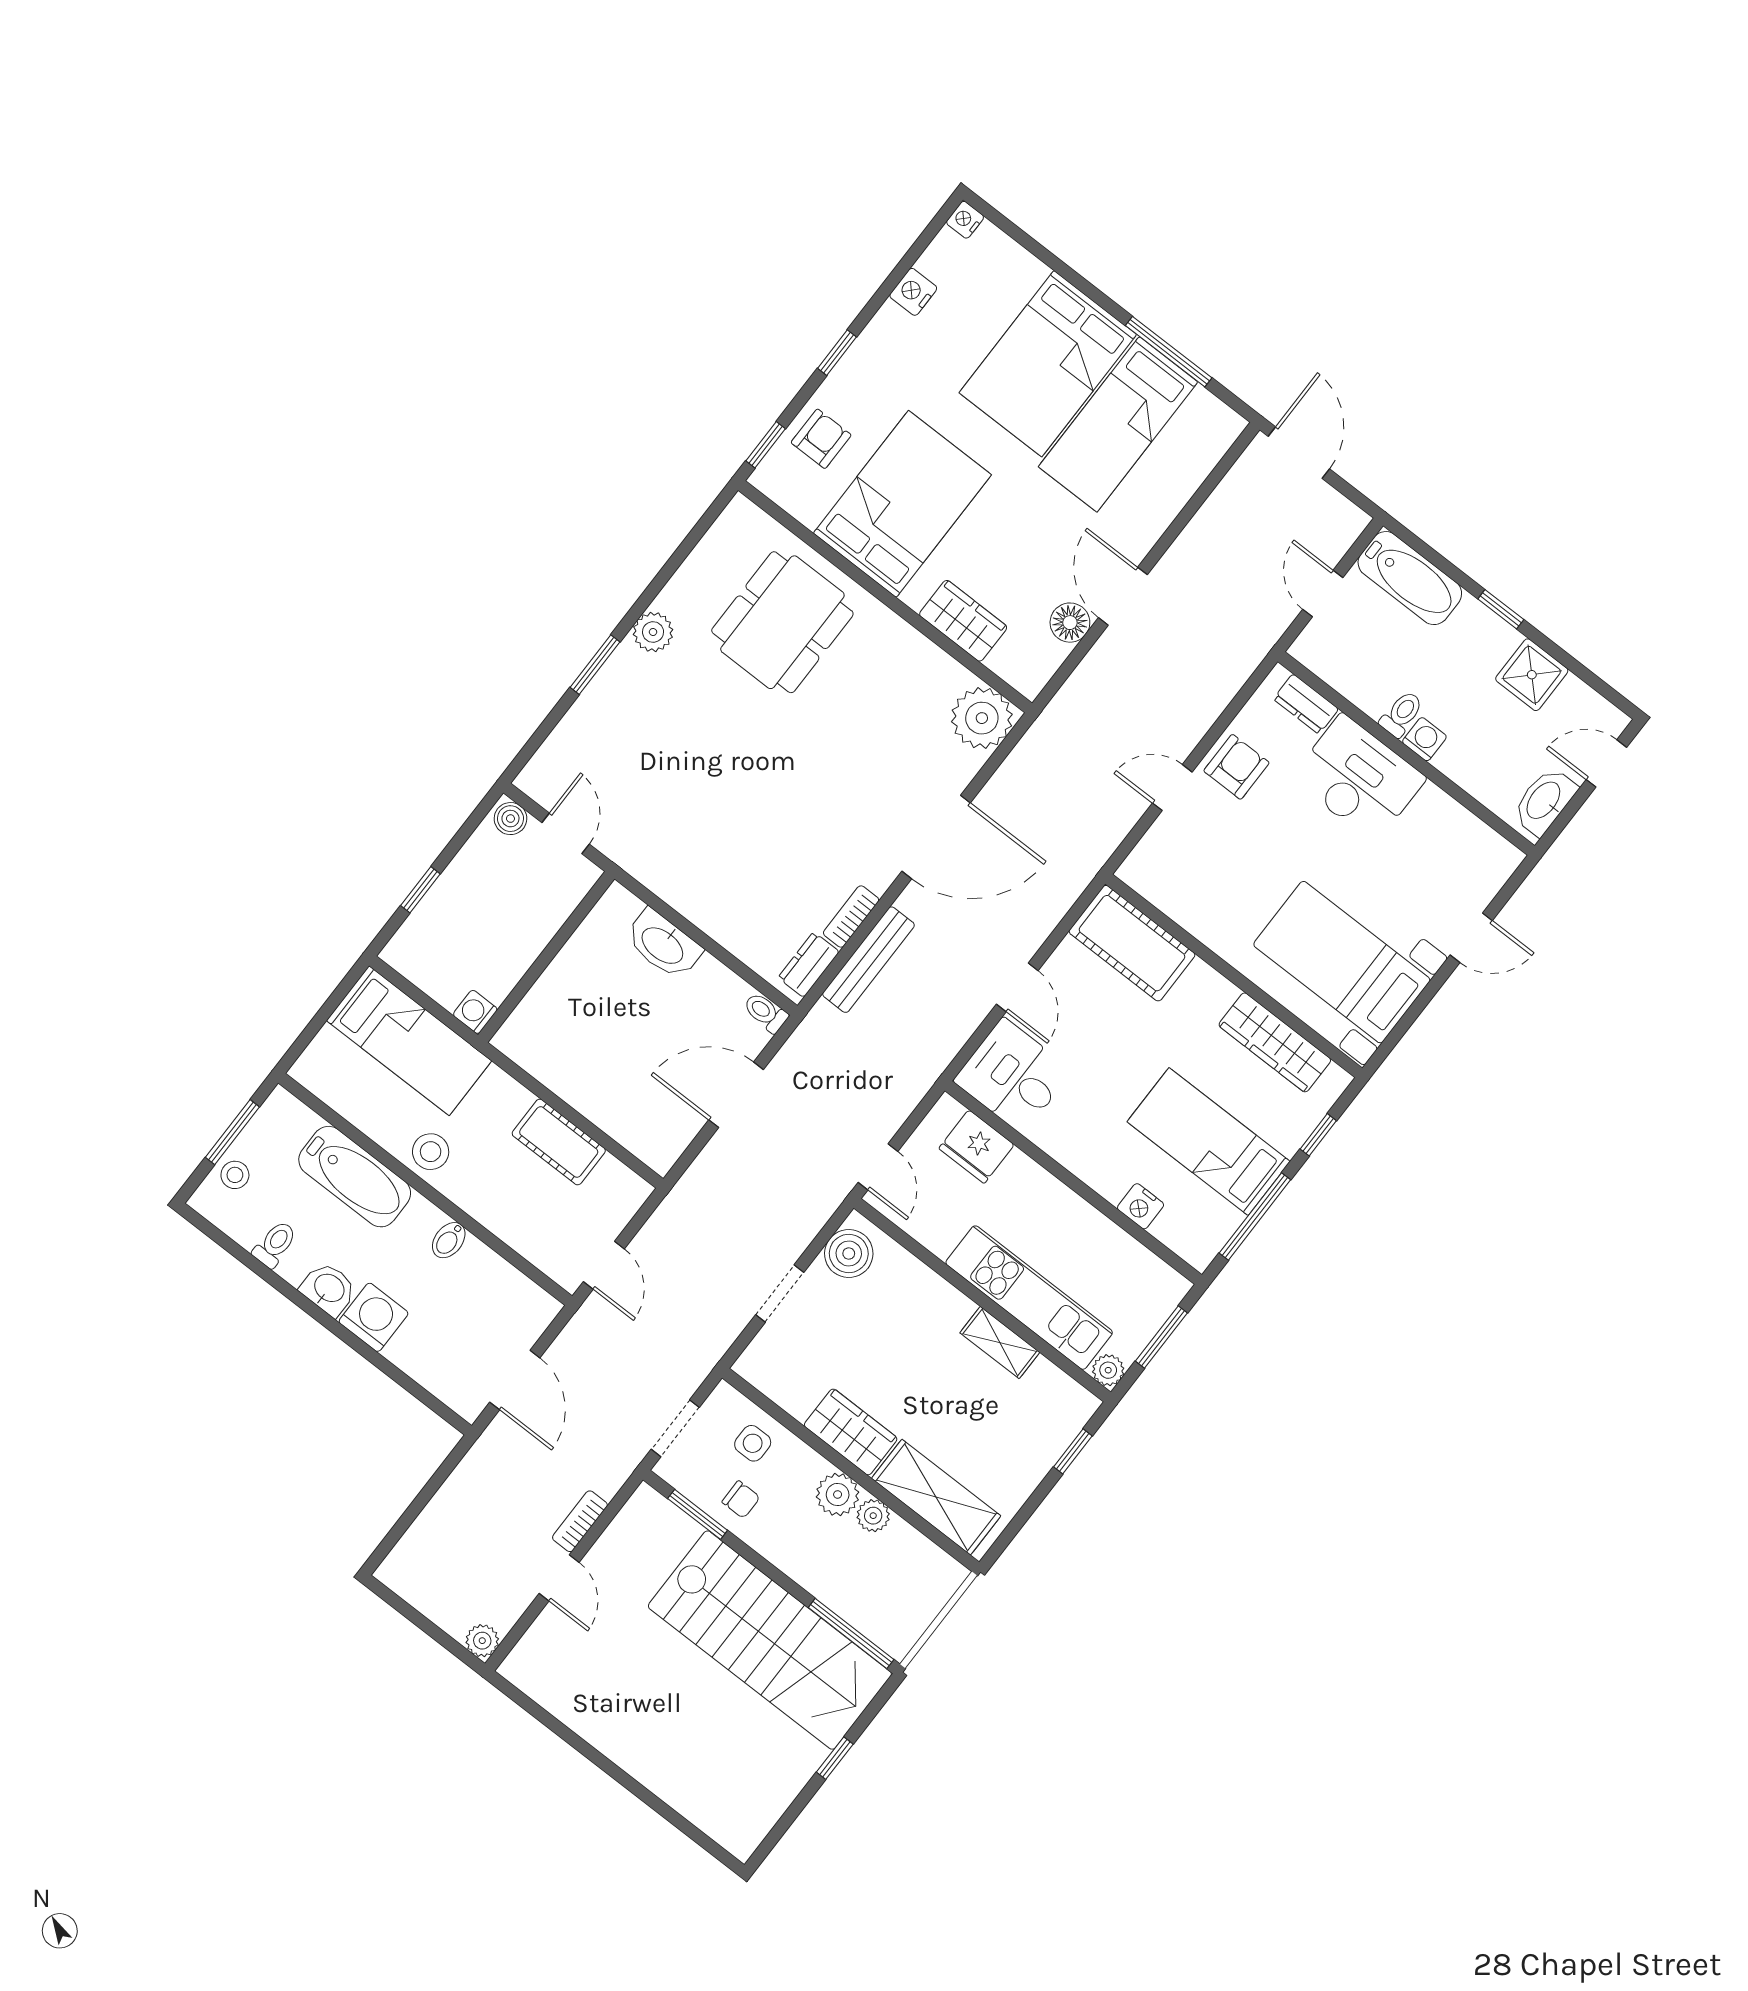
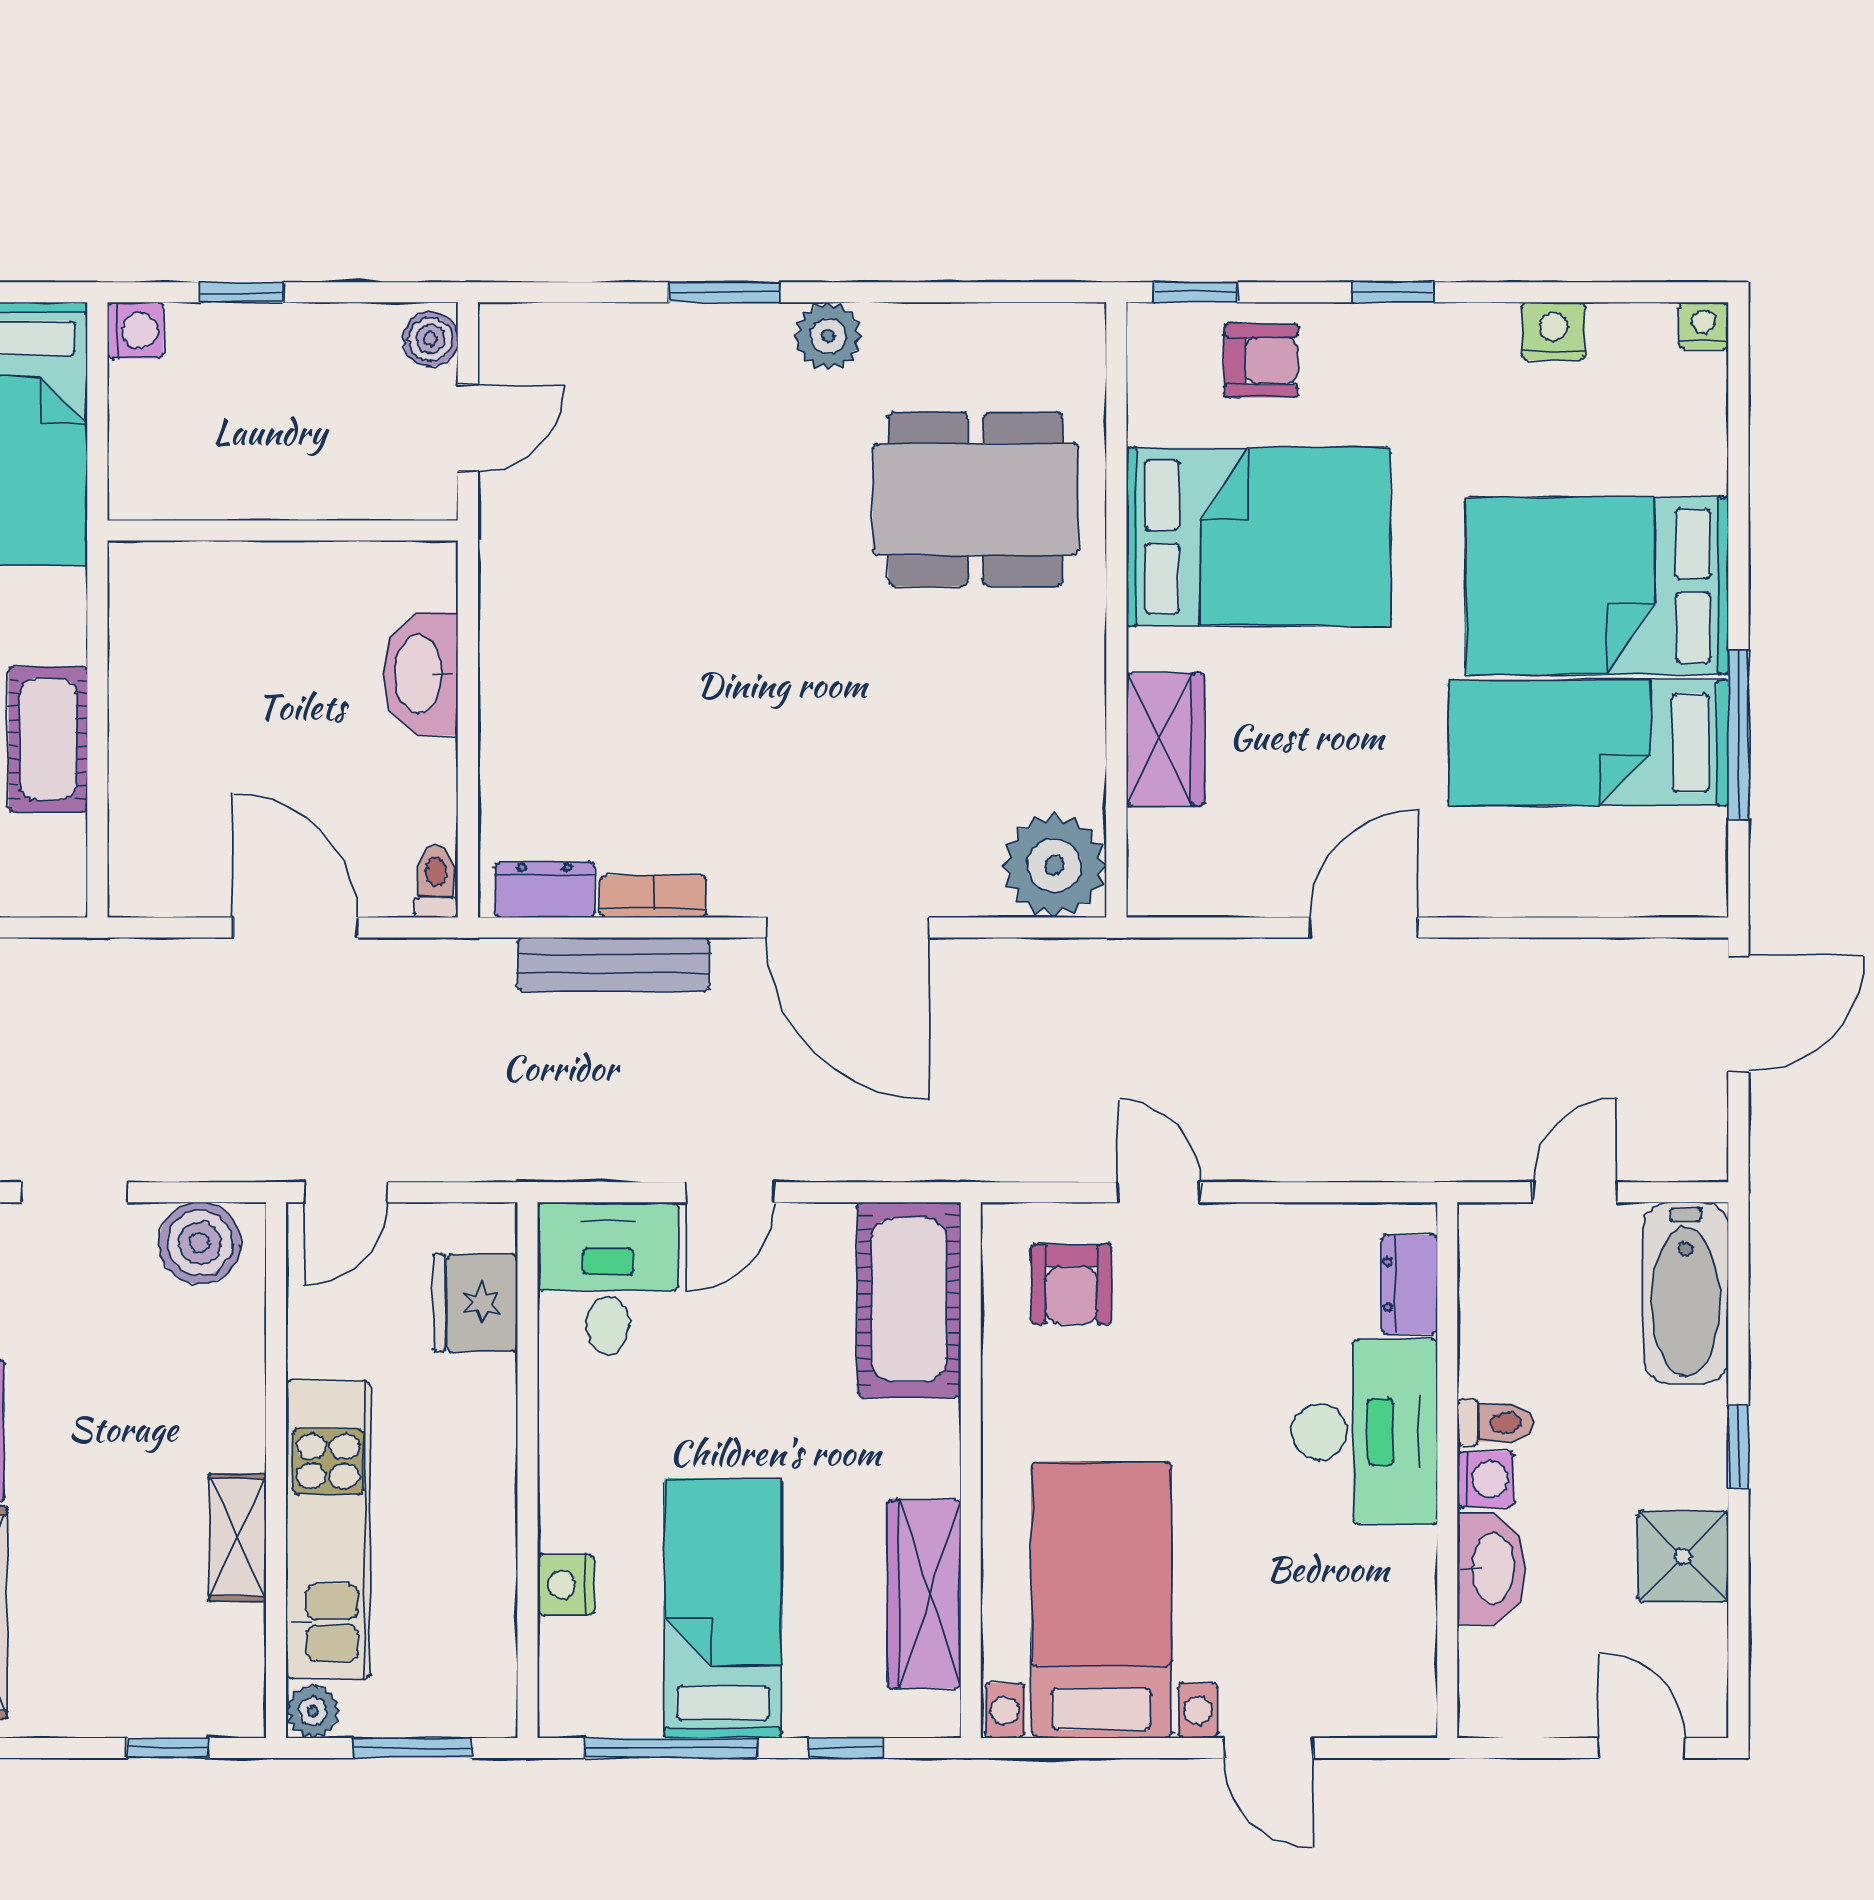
floor lamp: (1070, 623) -> (1273, 884), removed
armchair: (1236, 767) -> (1071, 1284), moved, turned 90
washbasin: (1544, 801) -> (1491, 1569), moved, turned 90
washing machine: (475, 1012) -> (135, 330), moved, turned 90

